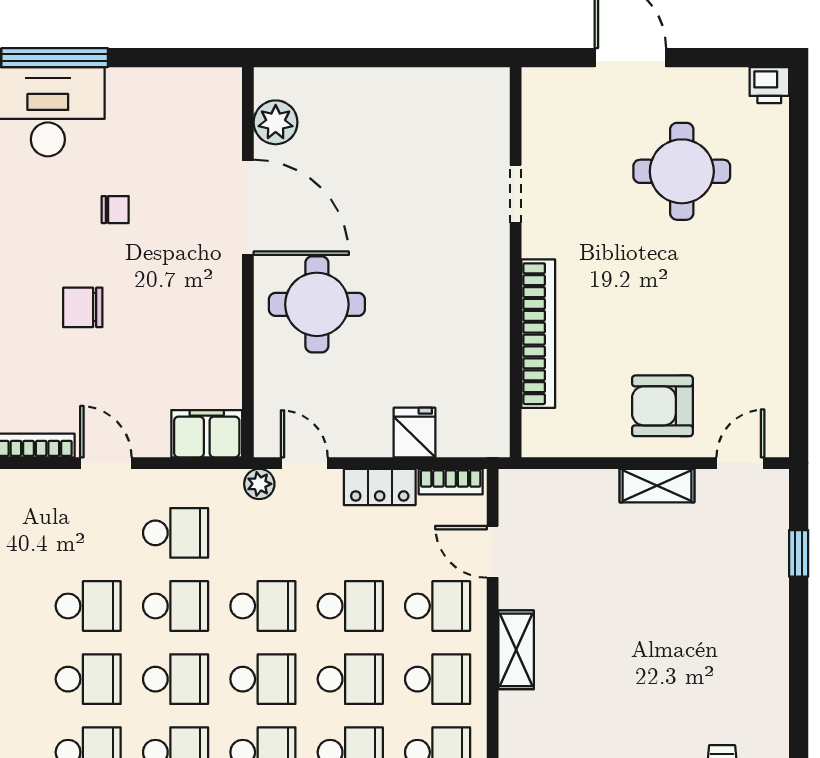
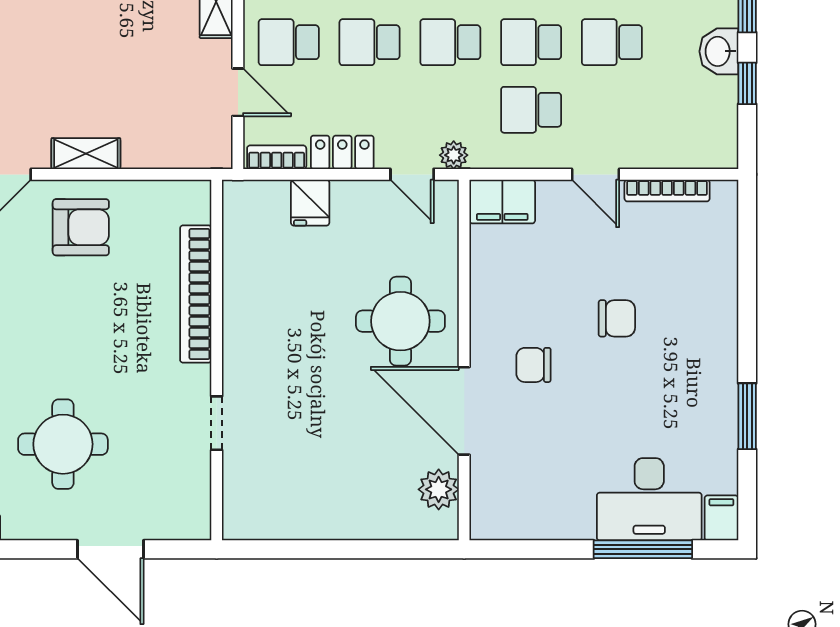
chair: (115, 210) -> (534, 365), moved, width x1.37, depth x1.37

